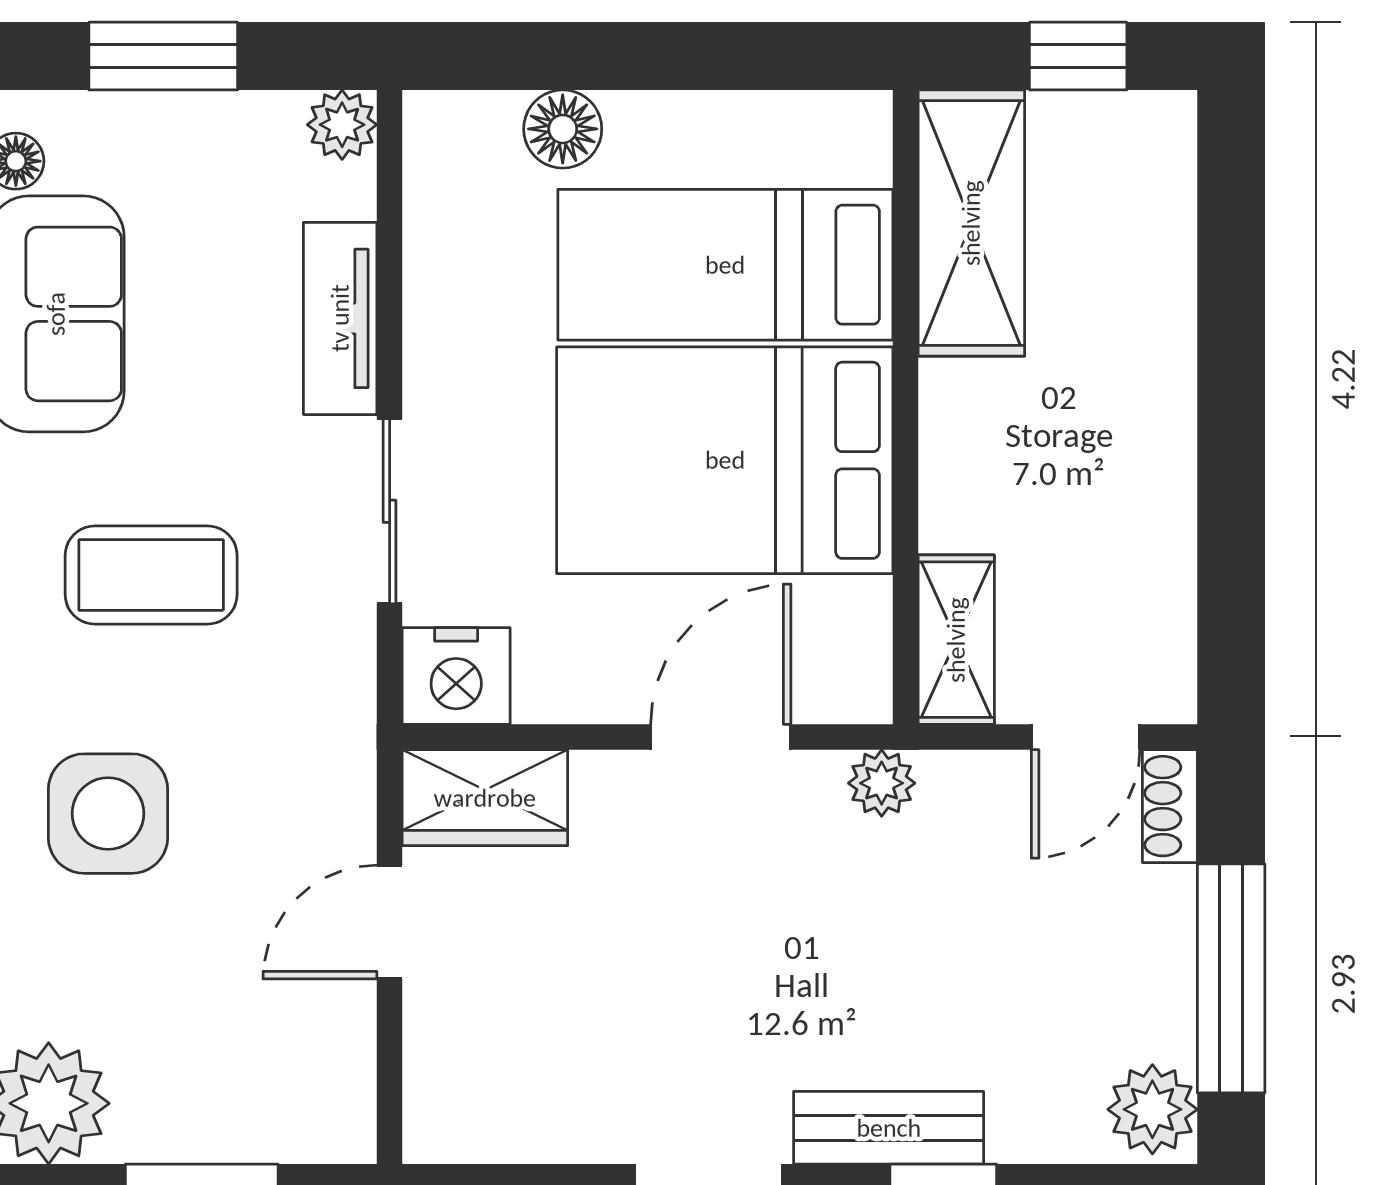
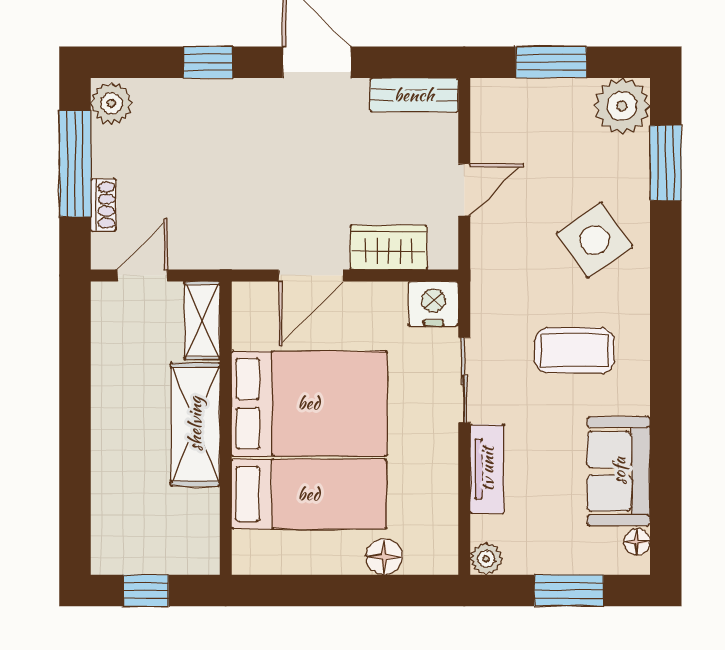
shelving: (971, 223) -> (195, 424), moved
plant: (882, 783) -> (237, 254), removed
wardrobe: (485, 798) -> (389, 247), moved
shoe rack: (1170, 806) -> (103, 205), moved
side table: (108, 814) -> (594, 240), turned -35
bench: (889, 1128) -> (414, 95), moved

